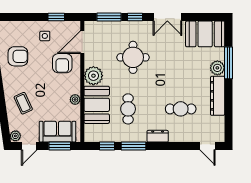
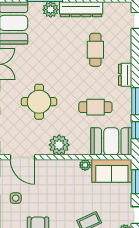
armchair: (62, 63) -> (45, 179), removed
booth: (97, 105) -> (111, 141), moved
sofa: (57, 132) -> (112, 171), moved, turned -90

